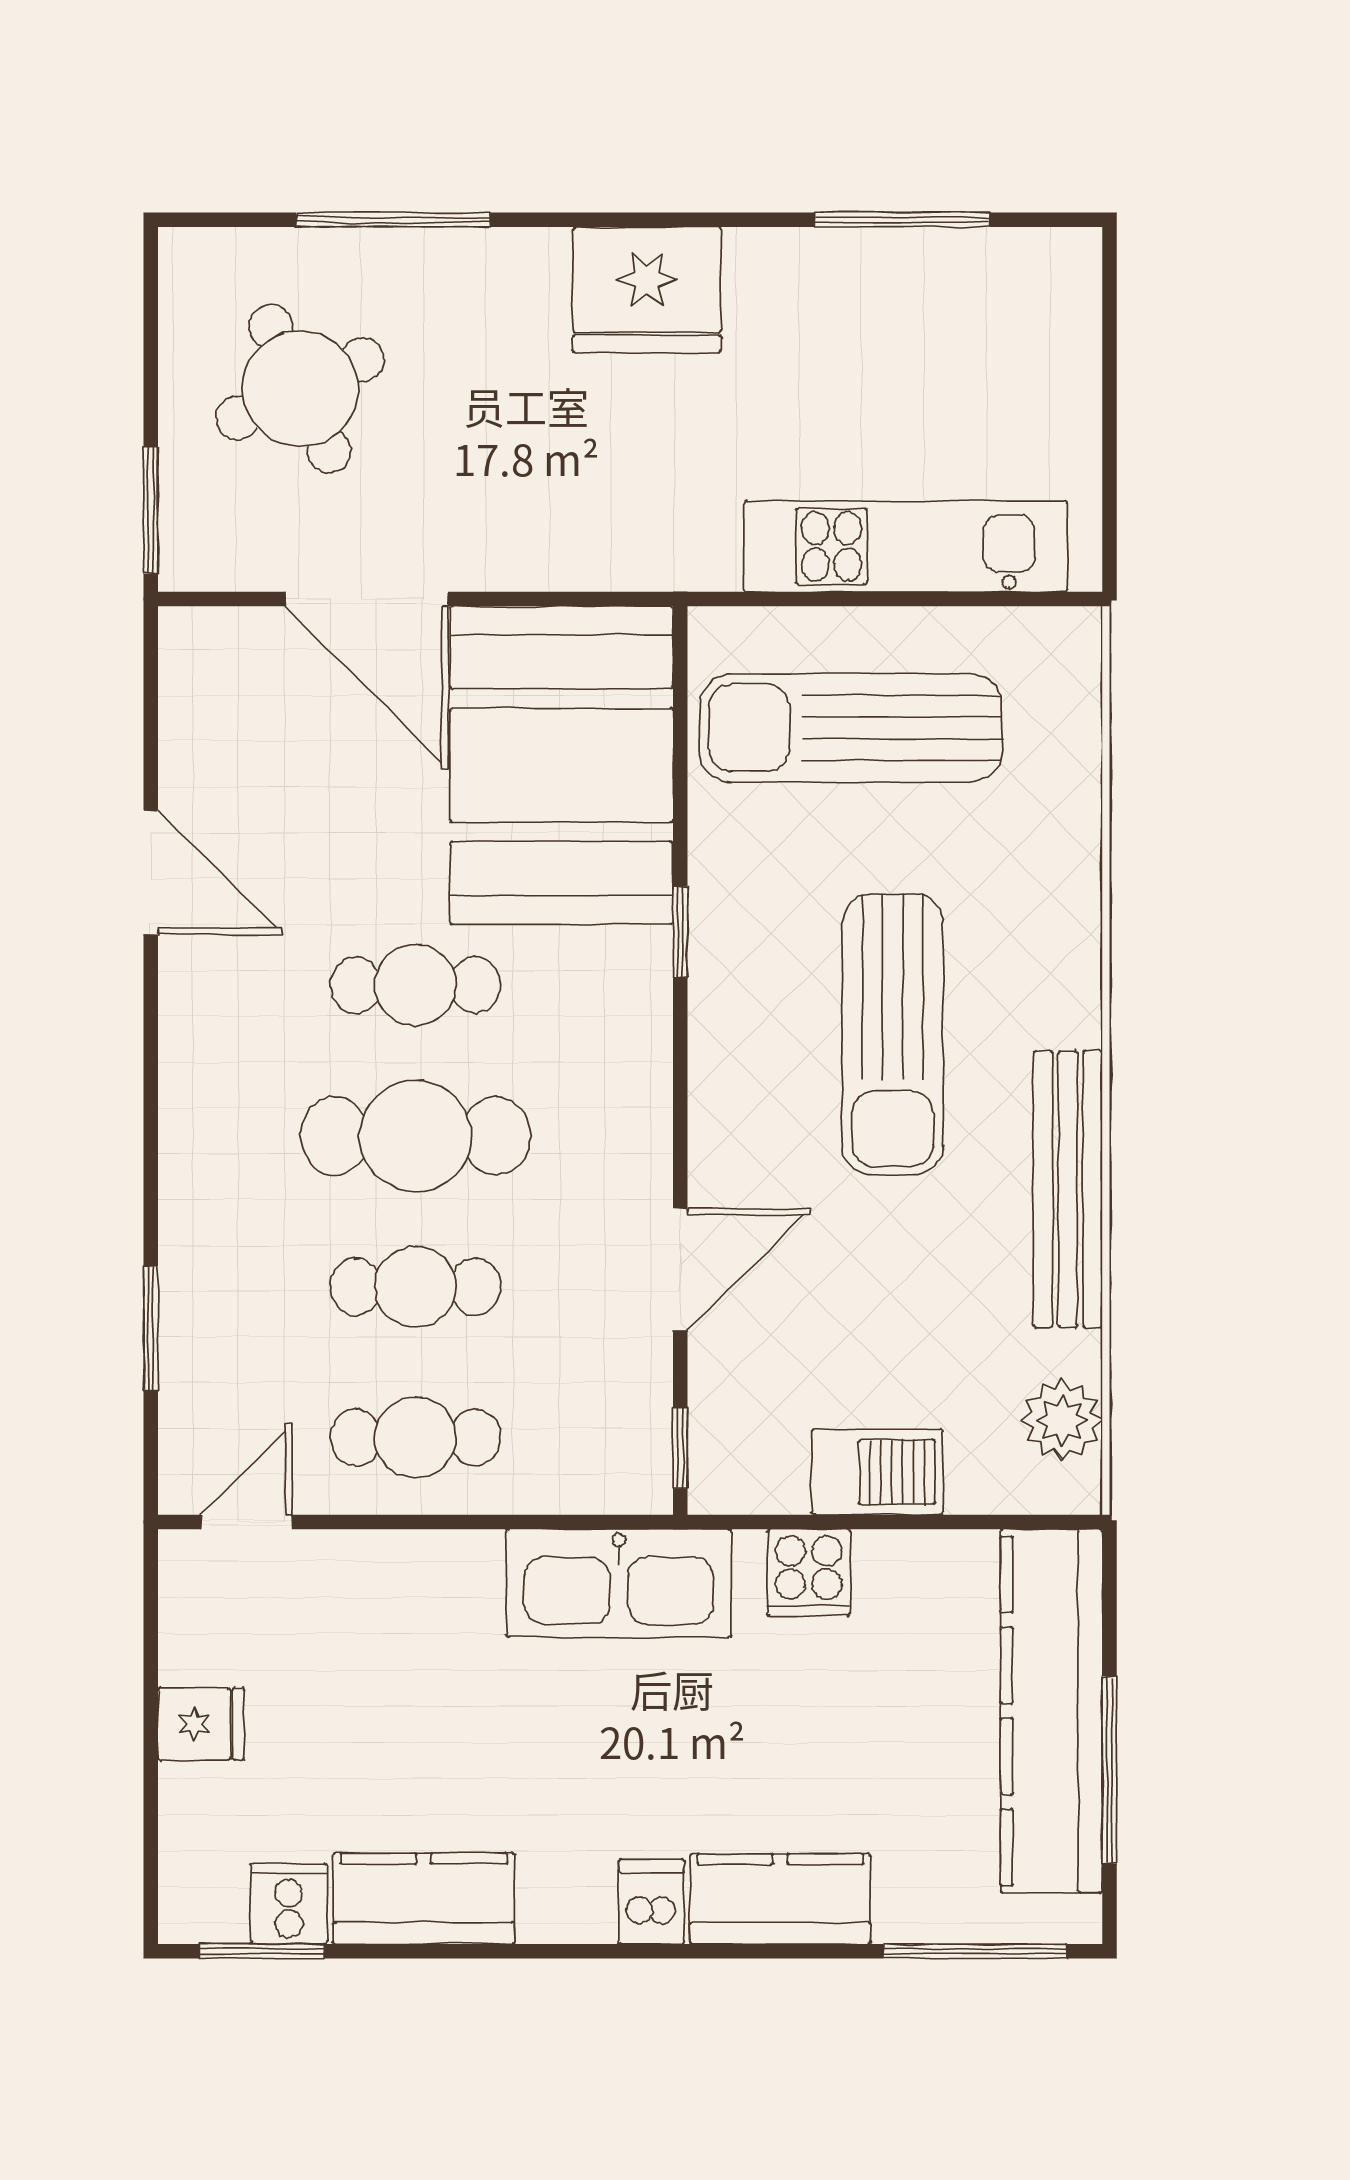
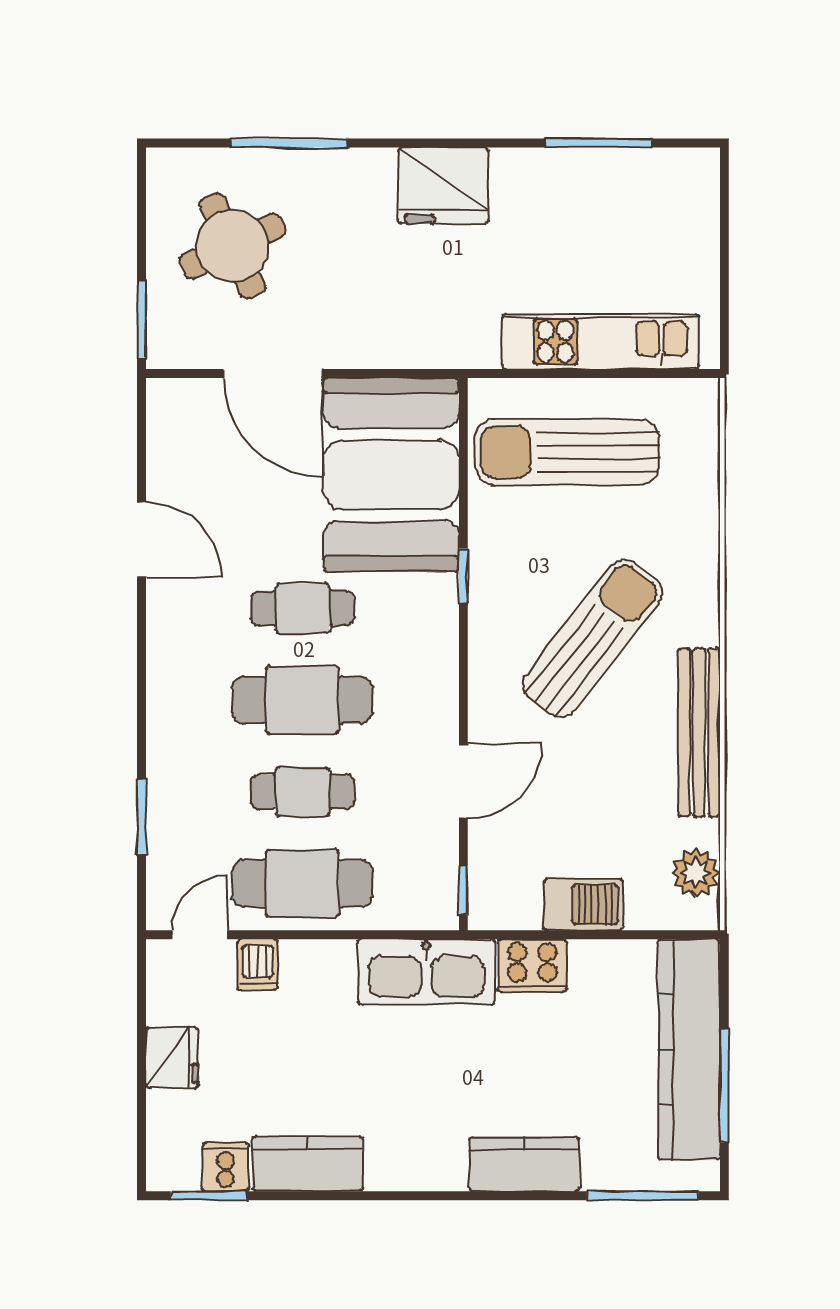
sun lounger: (893, 1034) -> (593, 638), turned -142
cafe table: (415, 1438) -> (302, 883), width x1.37, depth x1.35
cooker: (809, 1573) -> (532, 966), width x1.36
fridge: (201, 1724) -> (172, 1058), width x1.38
dishwasher: (651, 1902) -> (257, 965), moved, turned 180

